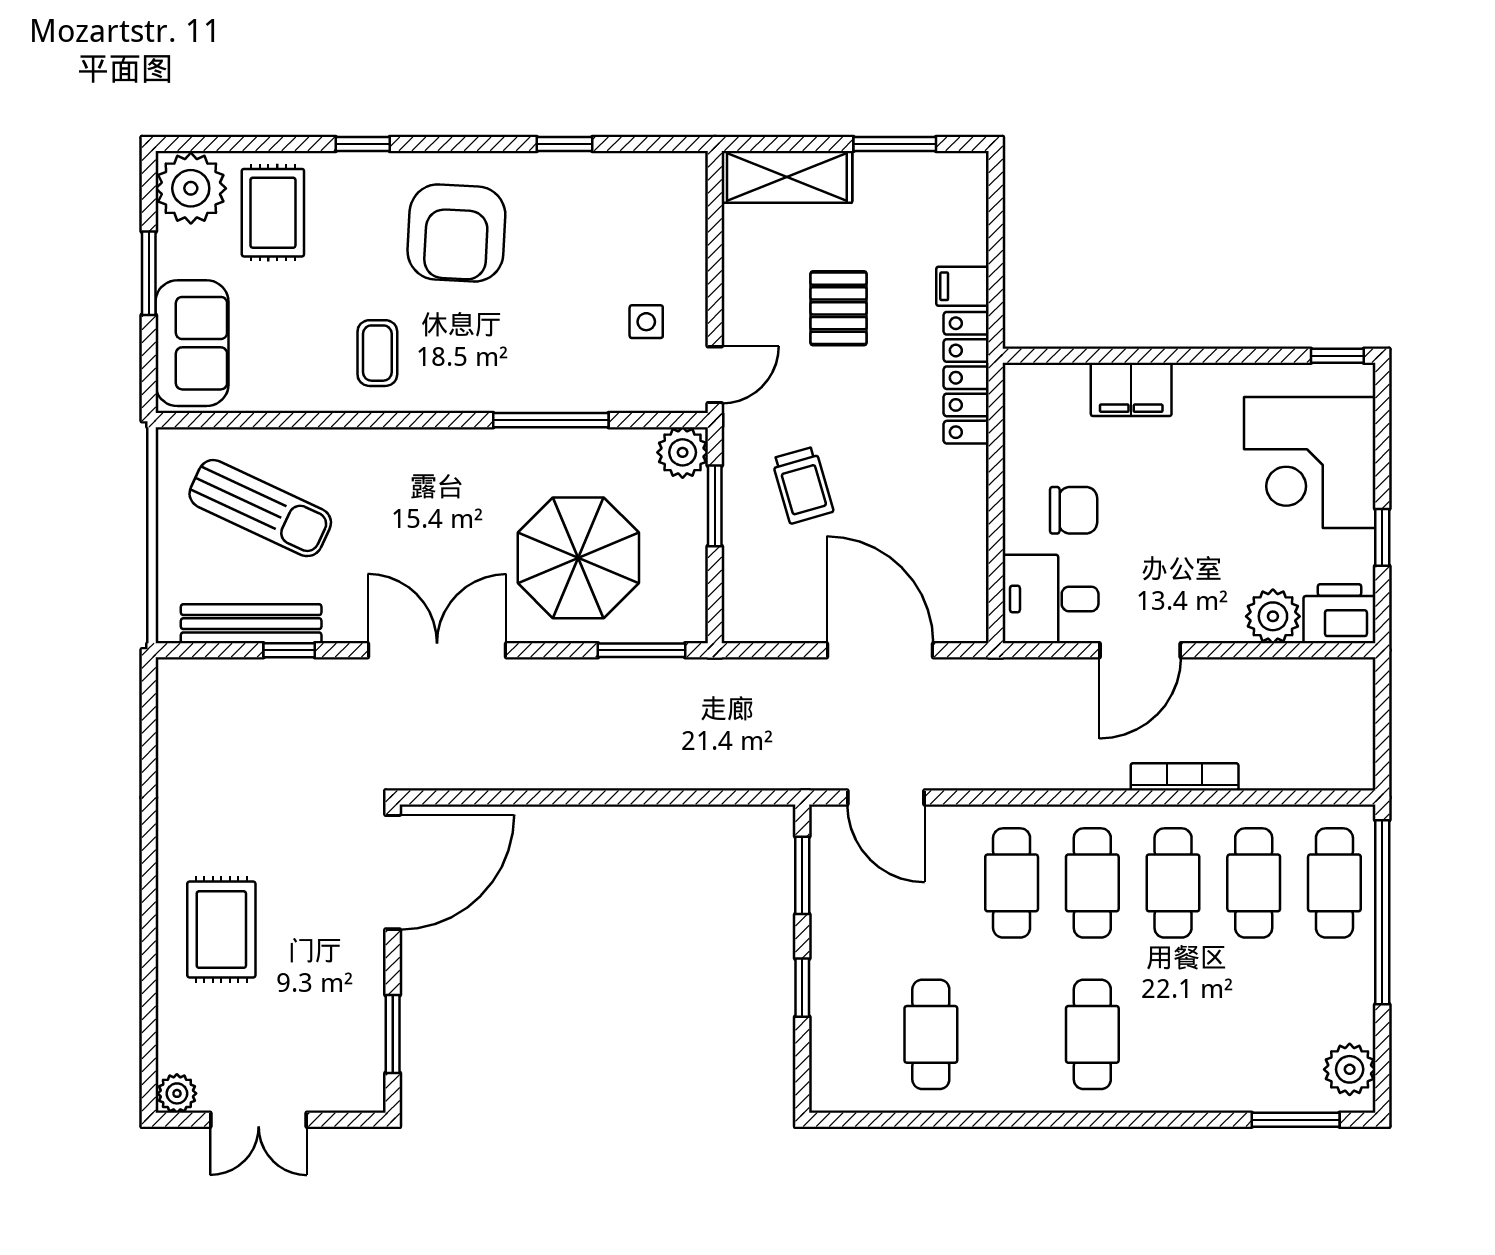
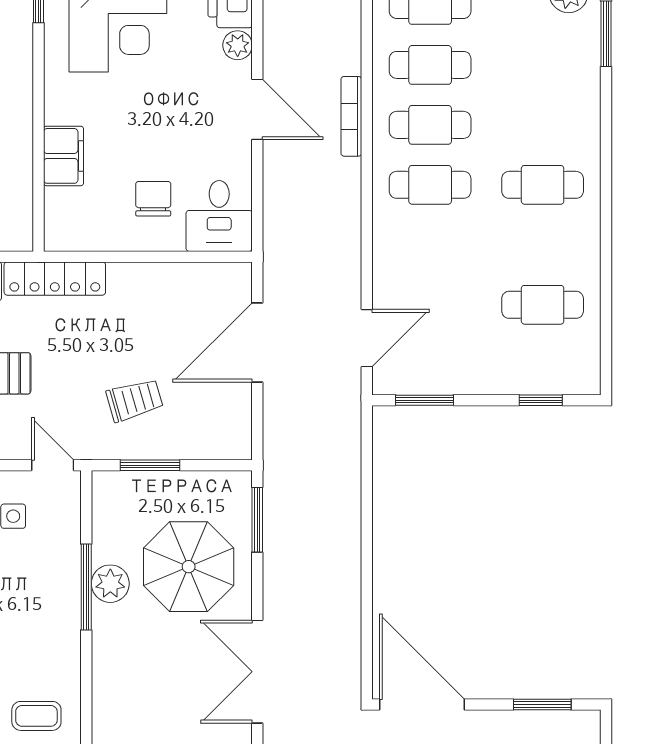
plant: (683, 452) -> (110, 584), moved
plant: (1273, 616) -> (238, 45), width x0.73, depth x0.73
door: (1140, 650) -> (257, 109), moved
cafe table: (1012, 883) -> (430, 245), removed
window: (802, 988) -> (541, 400), moved

